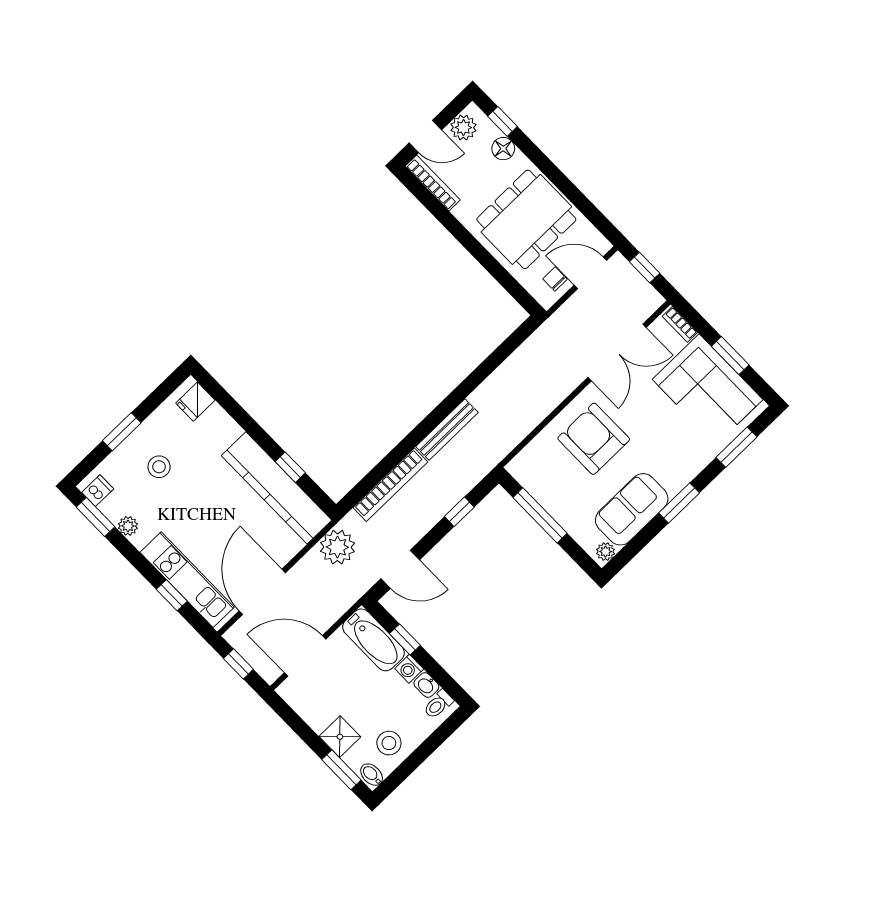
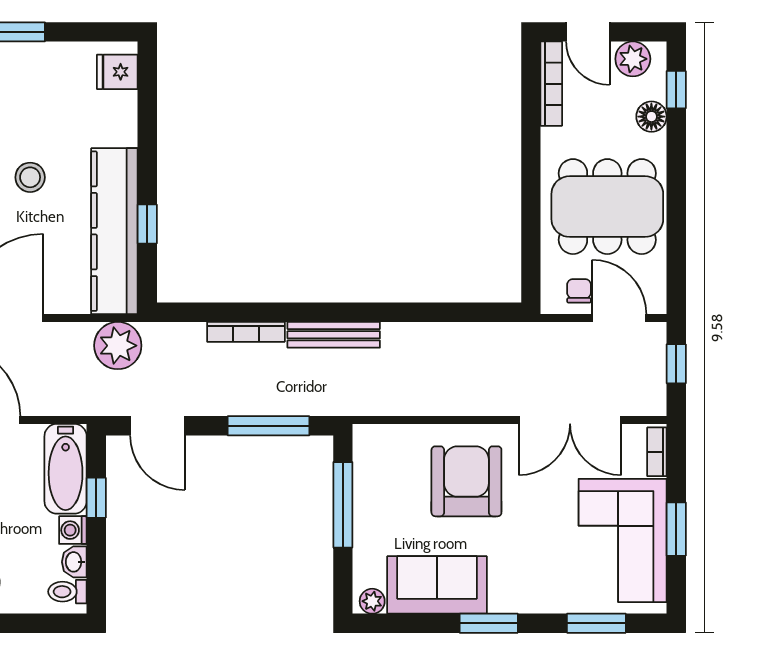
stool: (159, 467) -> (30, 177), moved
bookcase: (390, 485) -> (246, 332), width x0.68, depth x0.76
window: (459, 512) -> (268, 426), width x2.17

